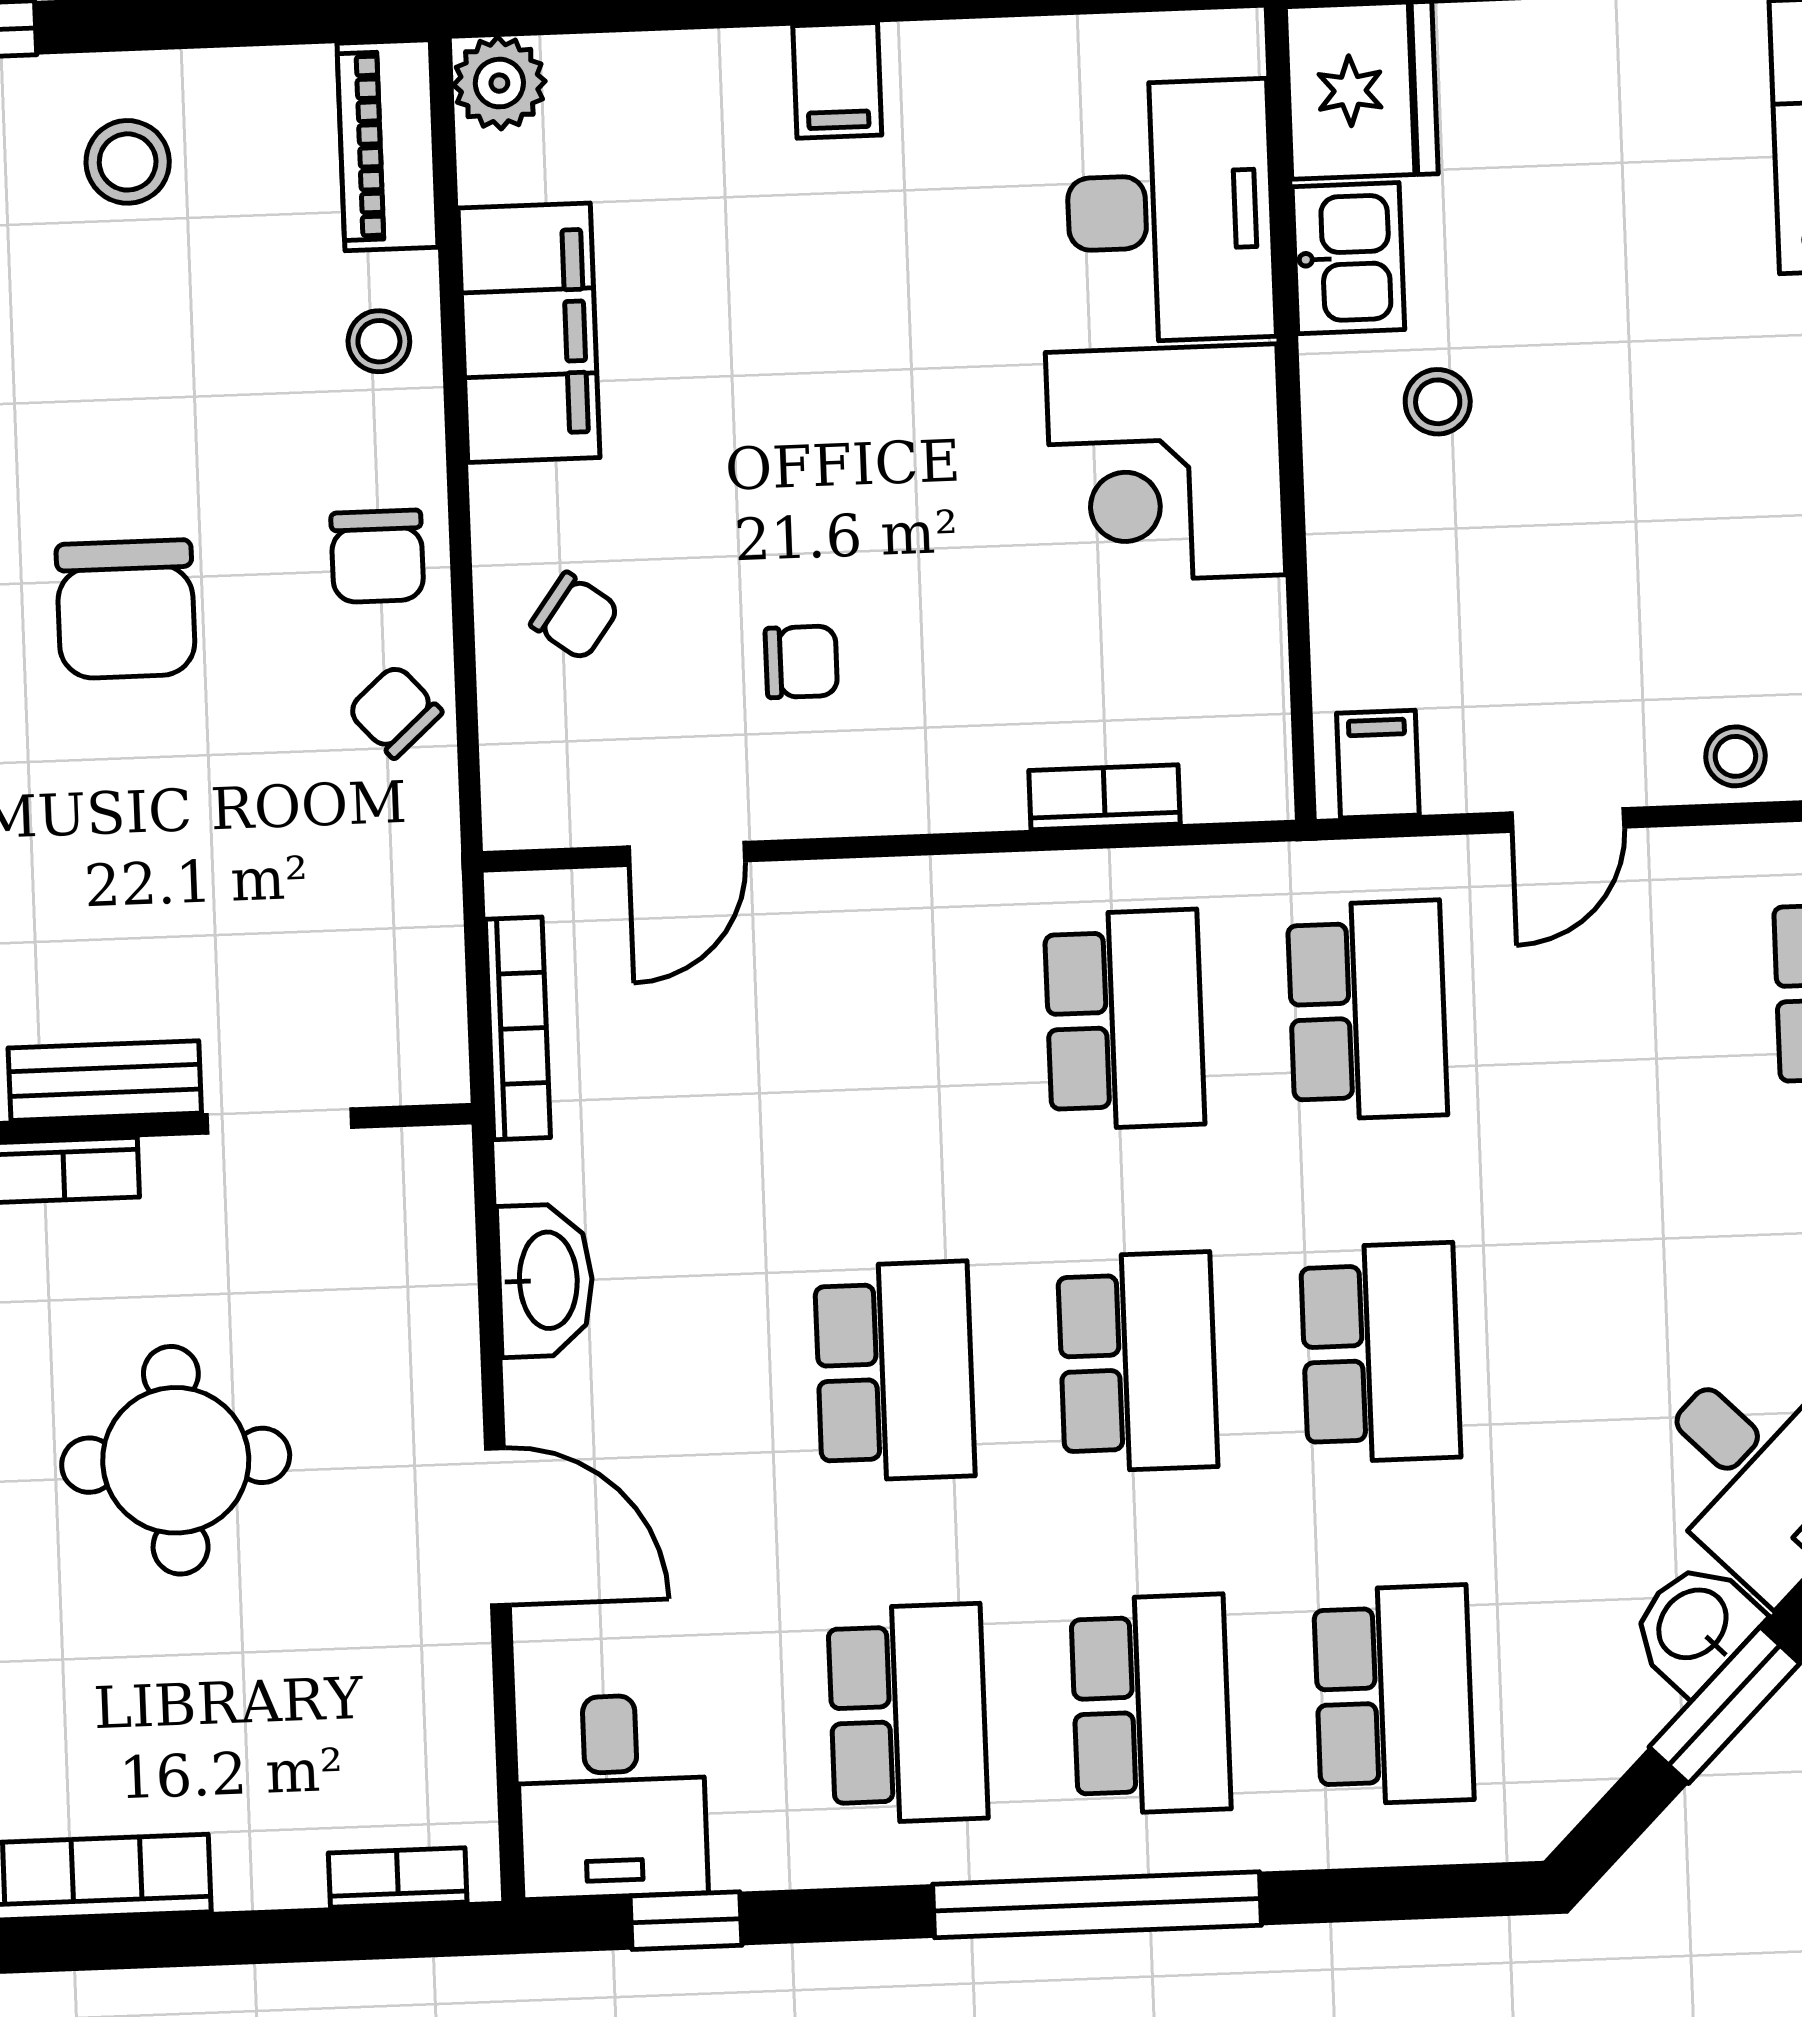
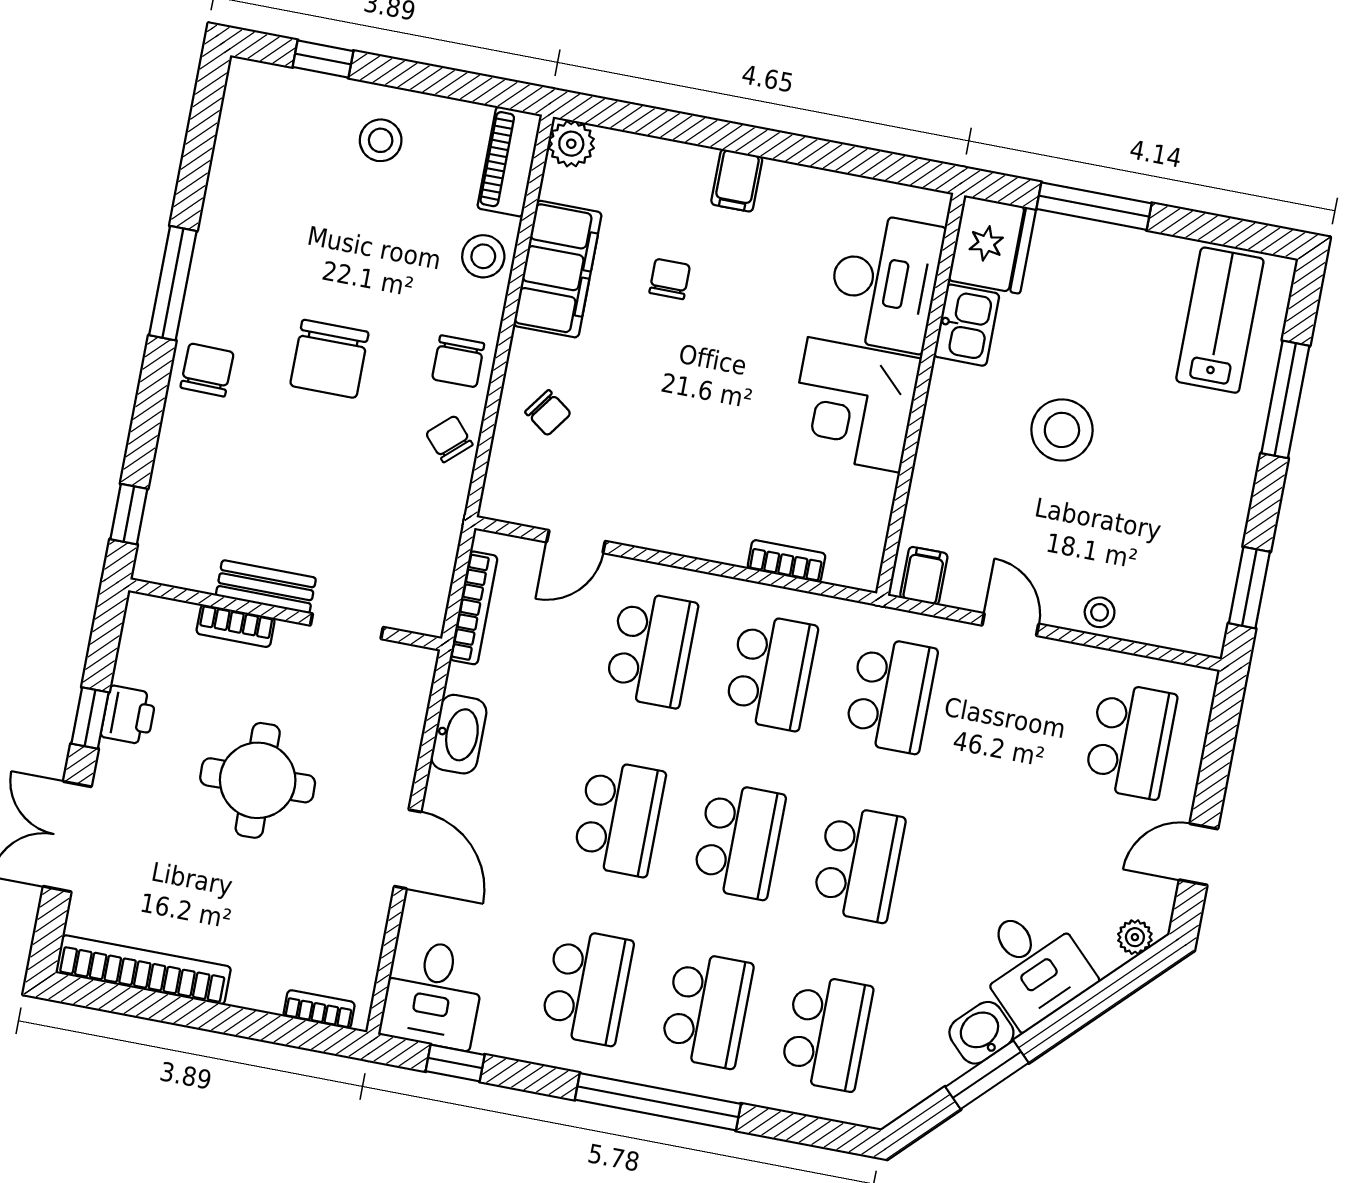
stool: (379, 341) -> (483, 256), width x1.37, depth x1.37
stool: (1438, 402) -> (1062, 430), moved, width x1.89, depth x1.89
chair: (801, 662) -> (670, 279), moved, turned -90
door: (1568, 820) -> (1010, 625), swing flipped
school desk: (882, 1029) -> (651, 649), added

